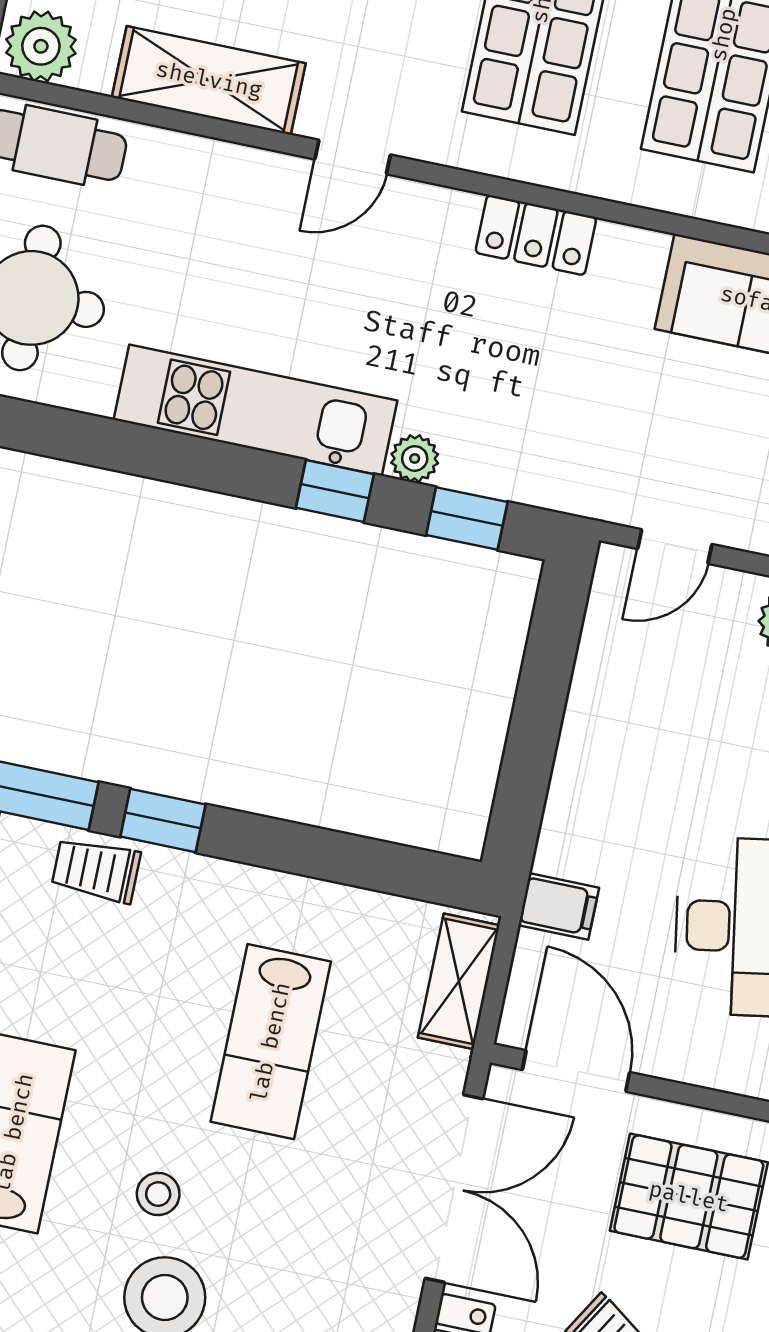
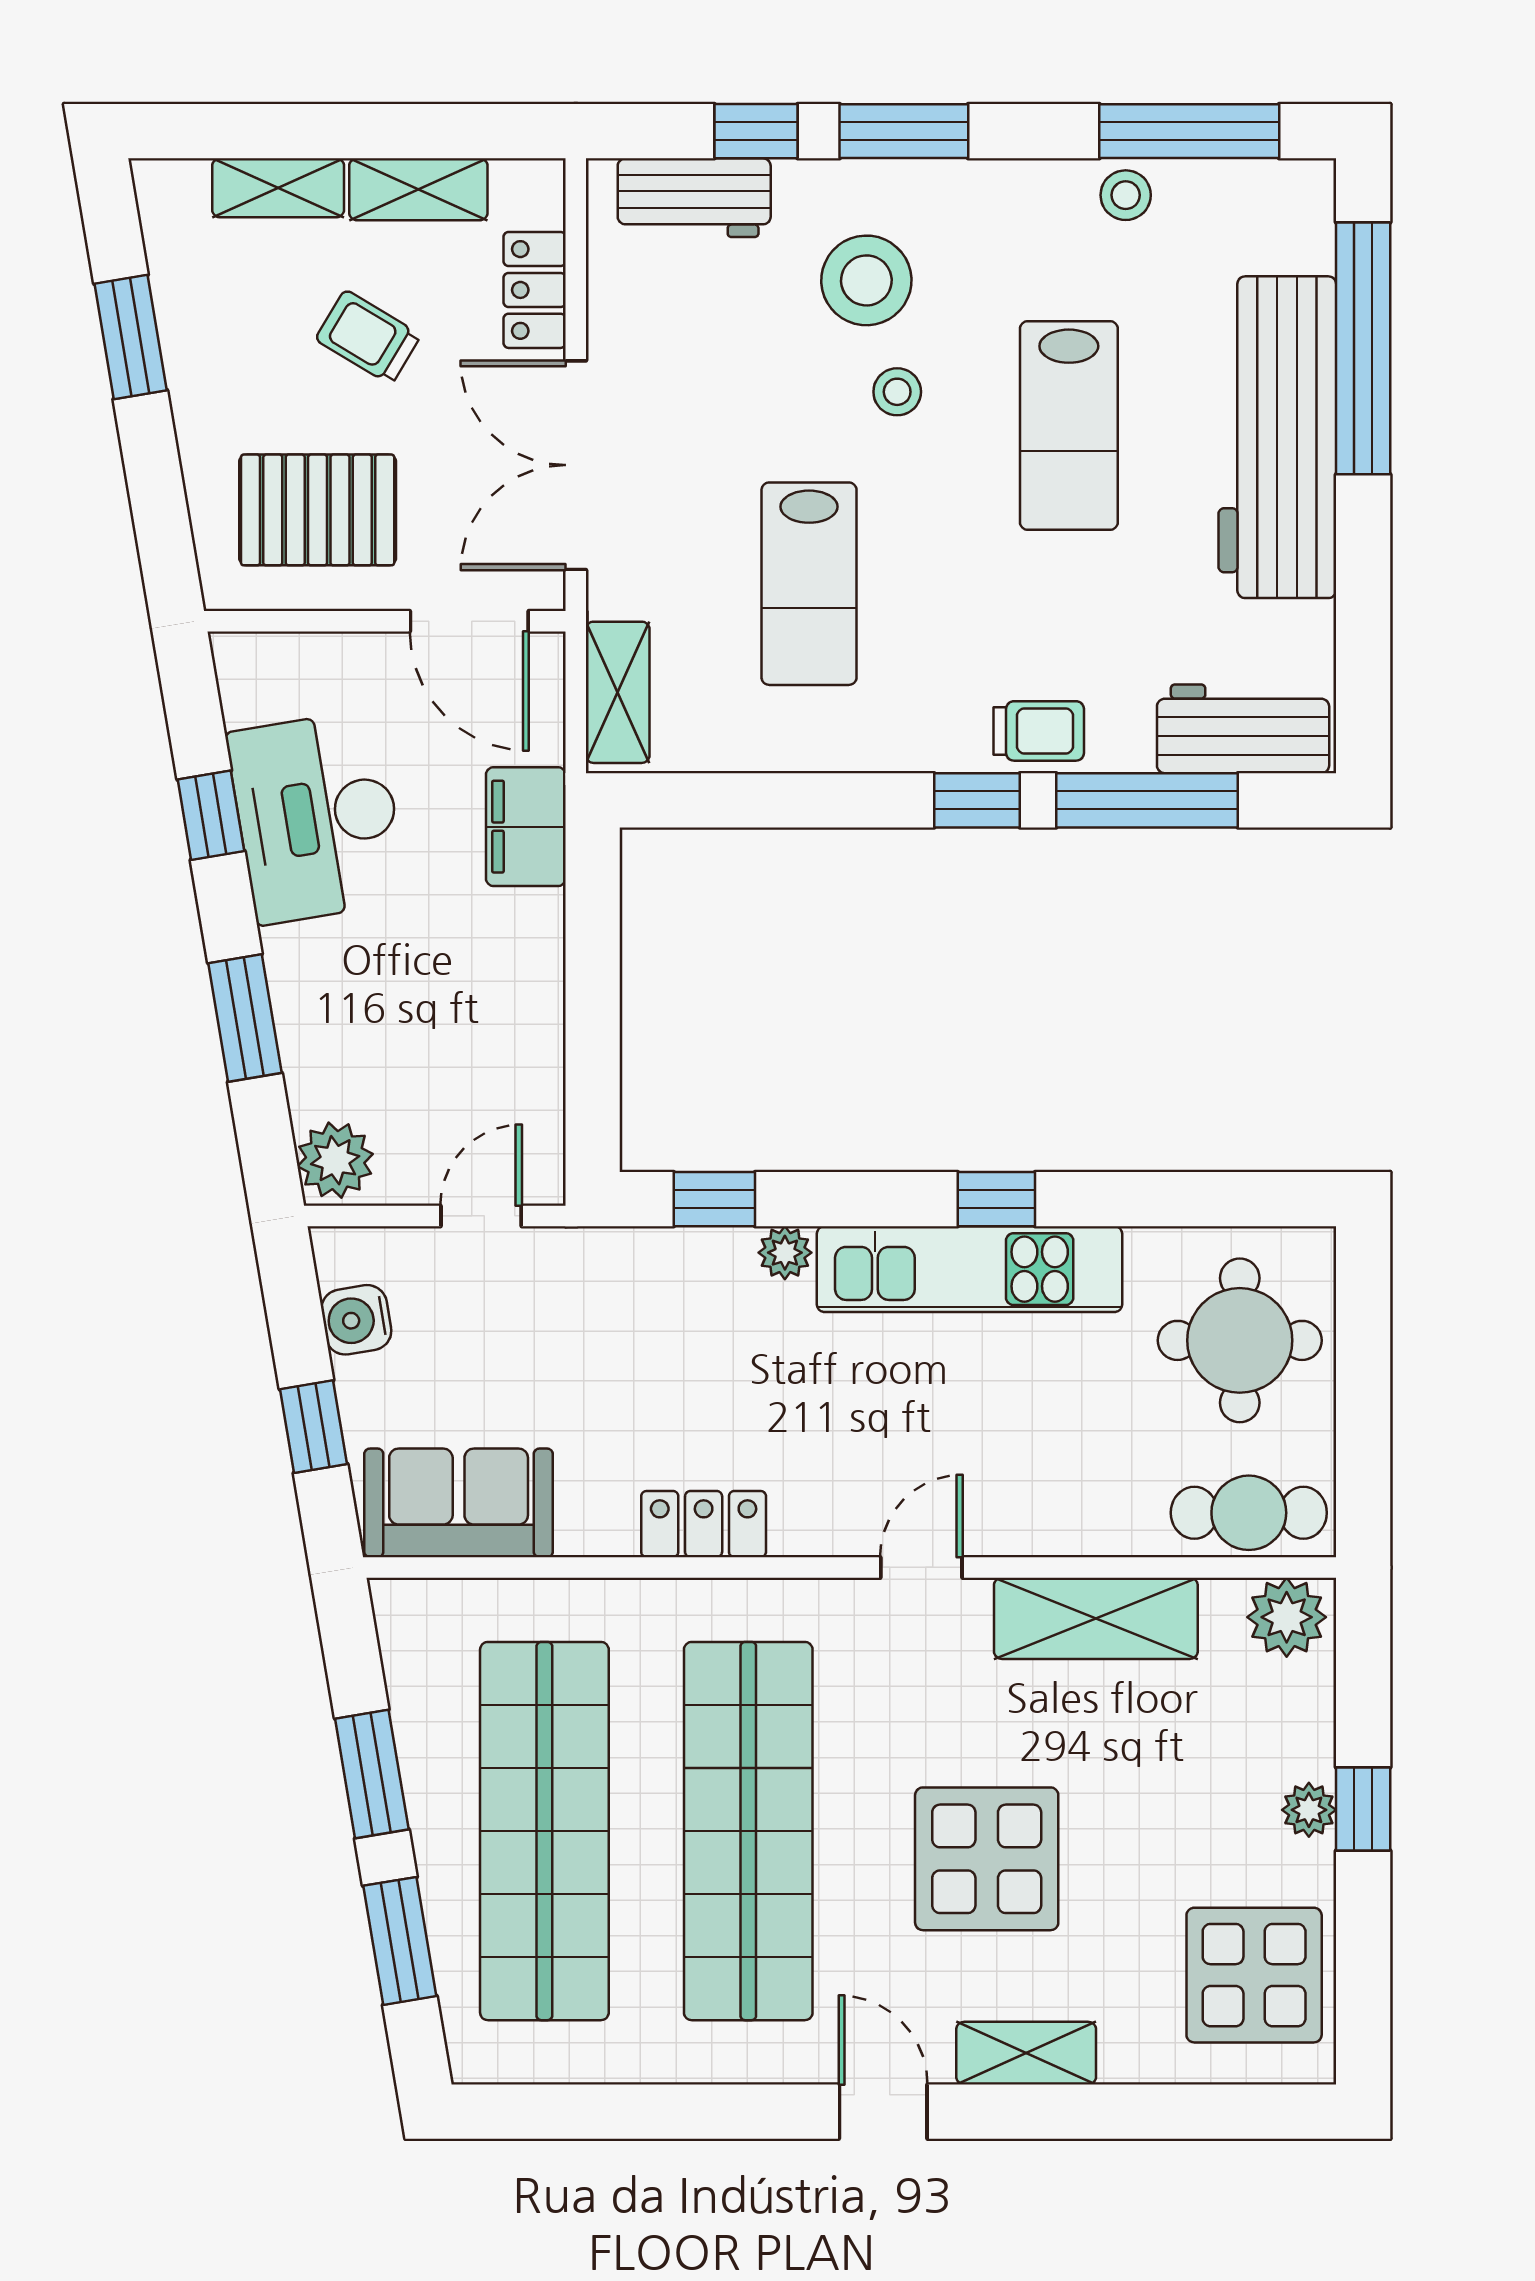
window: (335, 491) -> (996, 1199), moved
filing cabinet: (559, 906) -> (526, 827), width x2.00
lab bench: (271, 1042) -> (809, 584), turned 180

